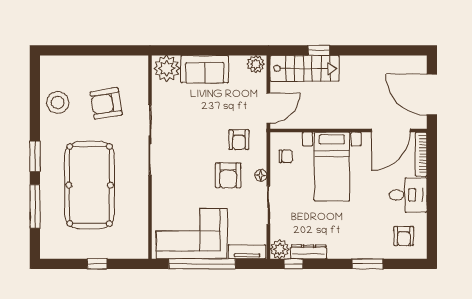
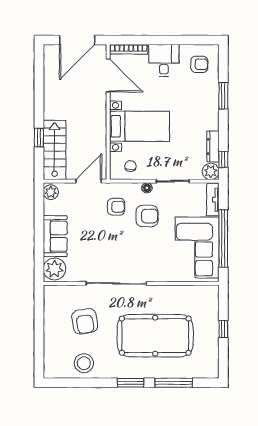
door: (268, 108) -> (89, 181), hinge flipped

